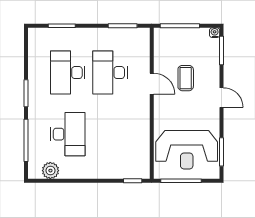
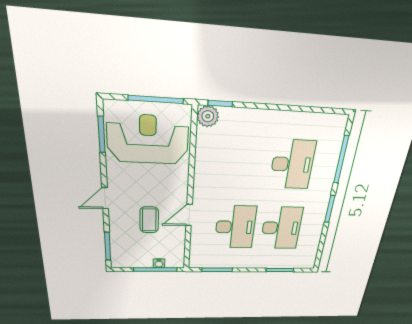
water cooler: (215, 33) -> (159, 263), moved
door: (152, 84) -> (189, 215), hinge flipped
door: (221, 98) -> (105, 198), hinge flipped
desk: (68, 134) -> (292, 164), turned 180
plant: (50, 171) -> (208, 116), moved

